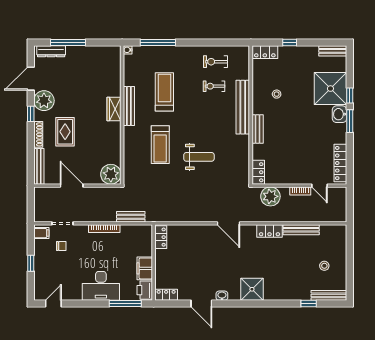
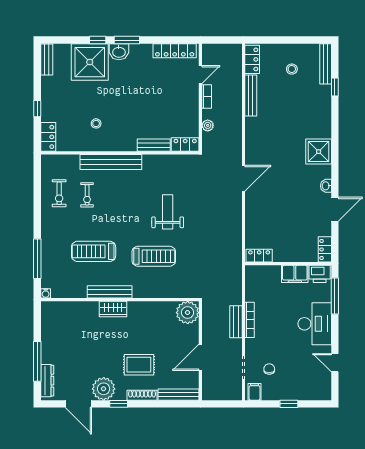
bench: (258, 129) -> (154, 145), moved
plant: (270, 196) -> (208, 125), width x0.53, depth x0.53
bench: (131, 217) -> (236, 322), moved
locker: (269, 231) -> (252, 59), moved
door: (53, 304) -> (335, 363), moved

